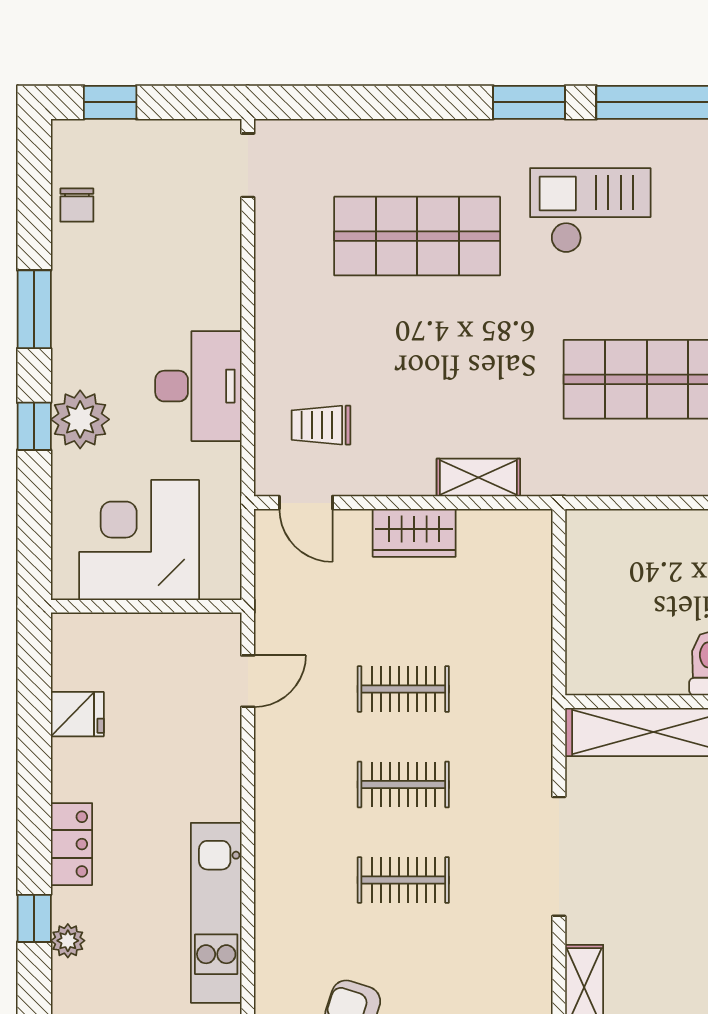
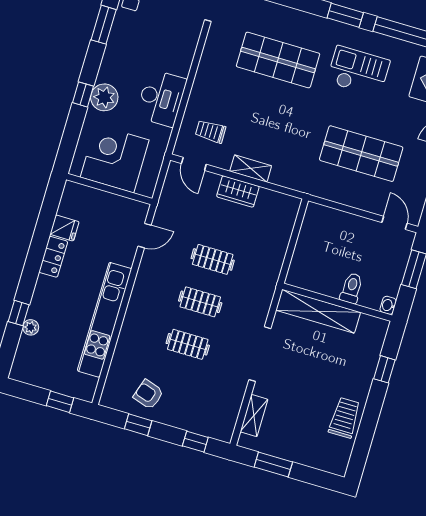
window: (34, 309) -> (104, 25), moved
shelving: (478, 478) -> (251, 169), moved
locker: (71, 844) -> (53, 257), moved
kitchen unit: (216, 913) -> (105, 320), width x1.36

